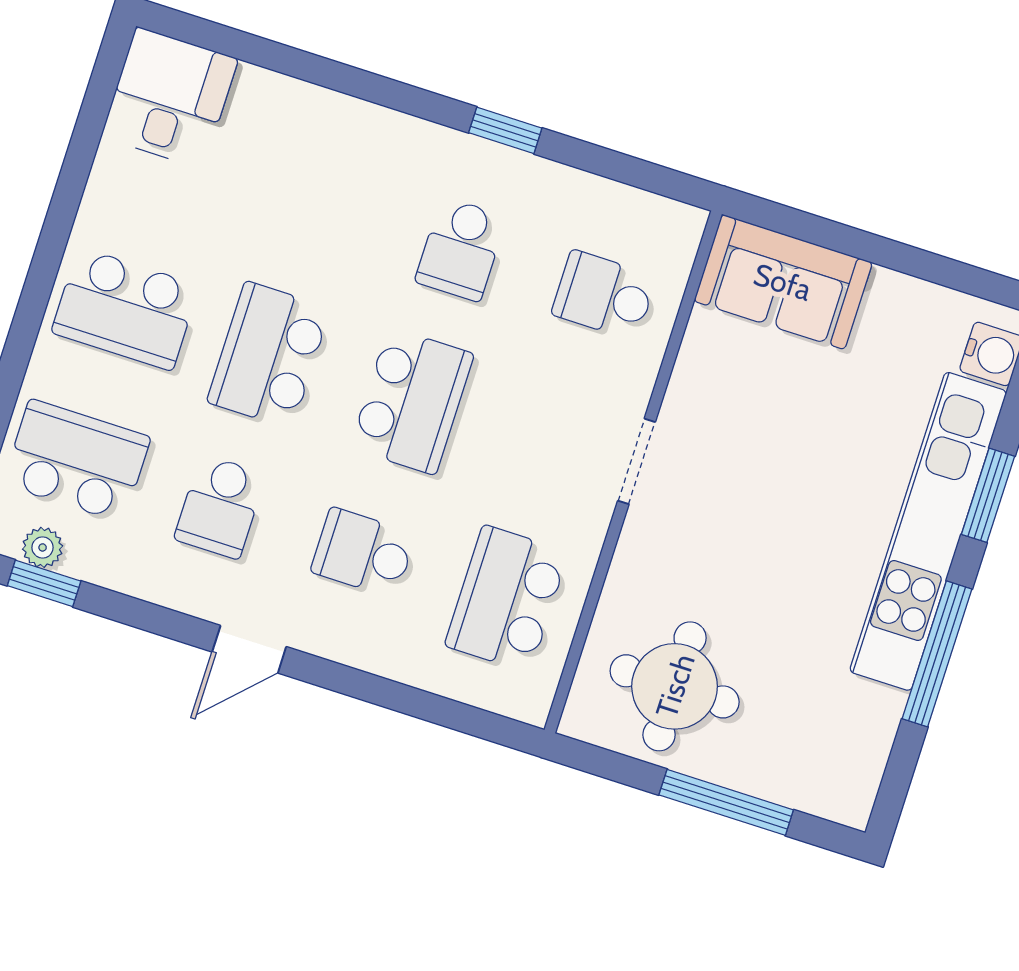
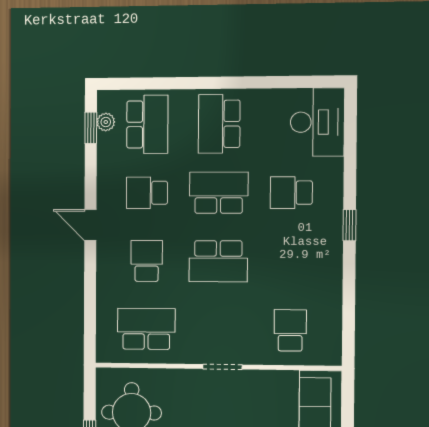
desk: (170, 98) -> (317, 122), width x1.37
window: (505, 130) -> (349, 225), moved
school desk: (461, 249) -> (291, 193), moved

